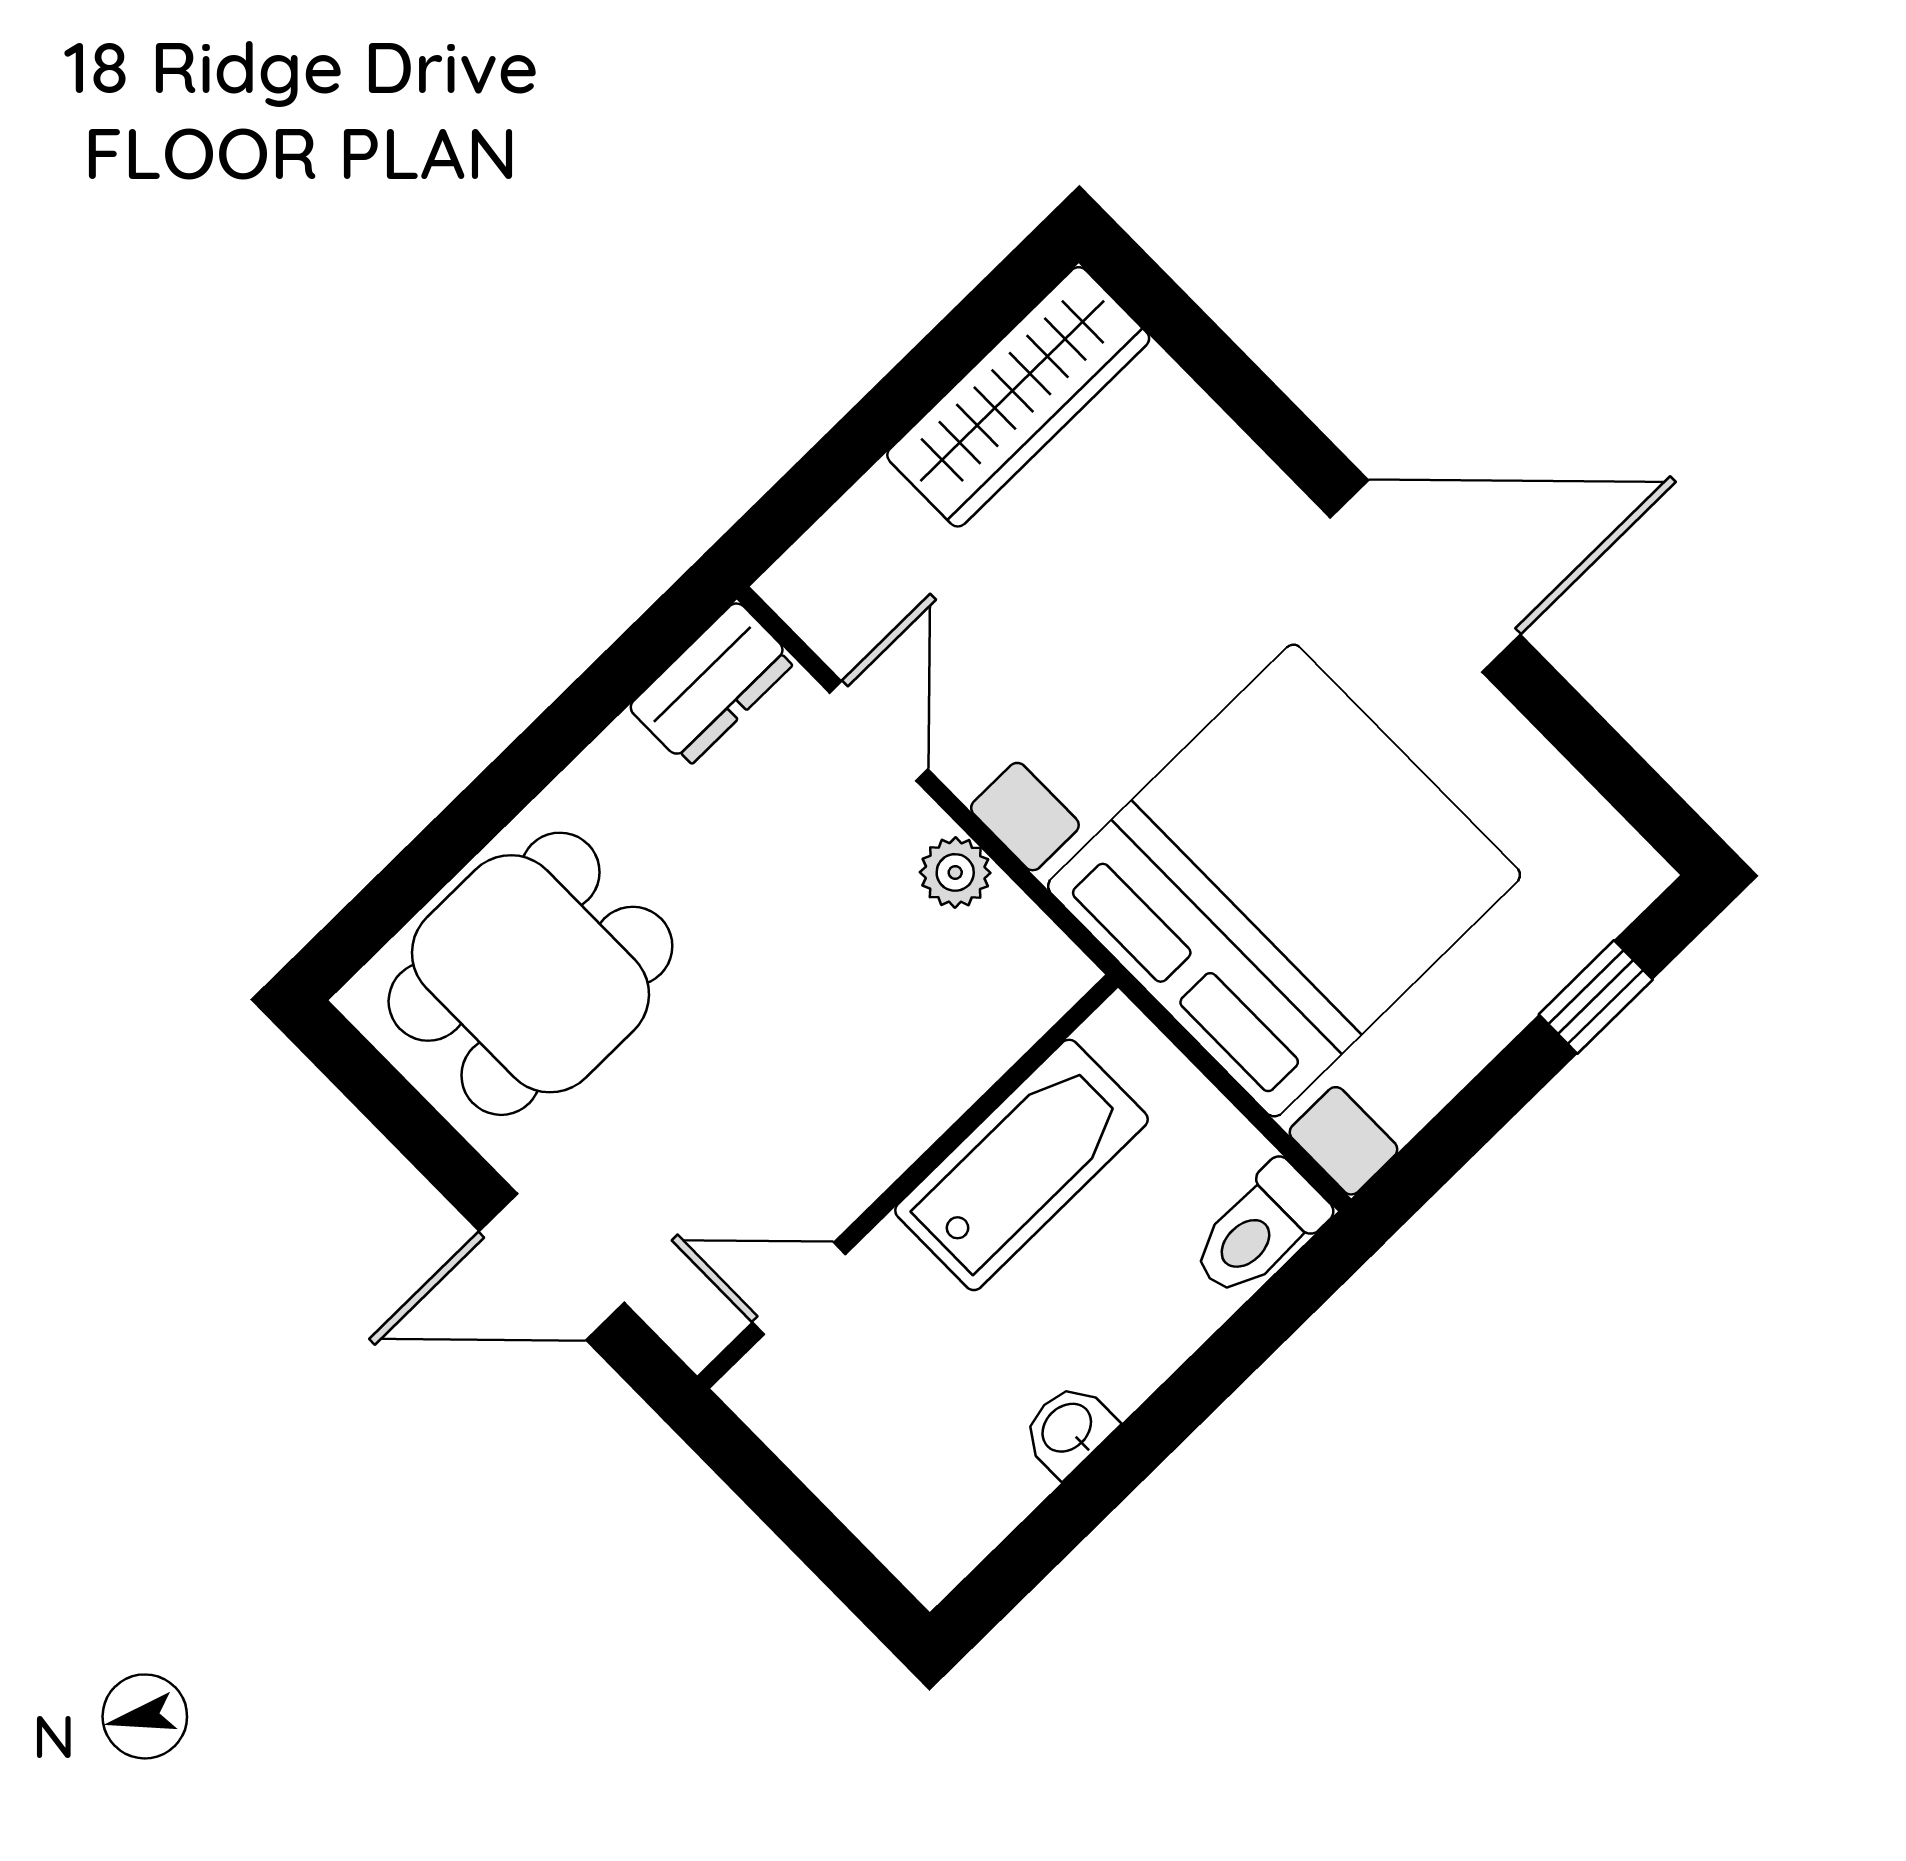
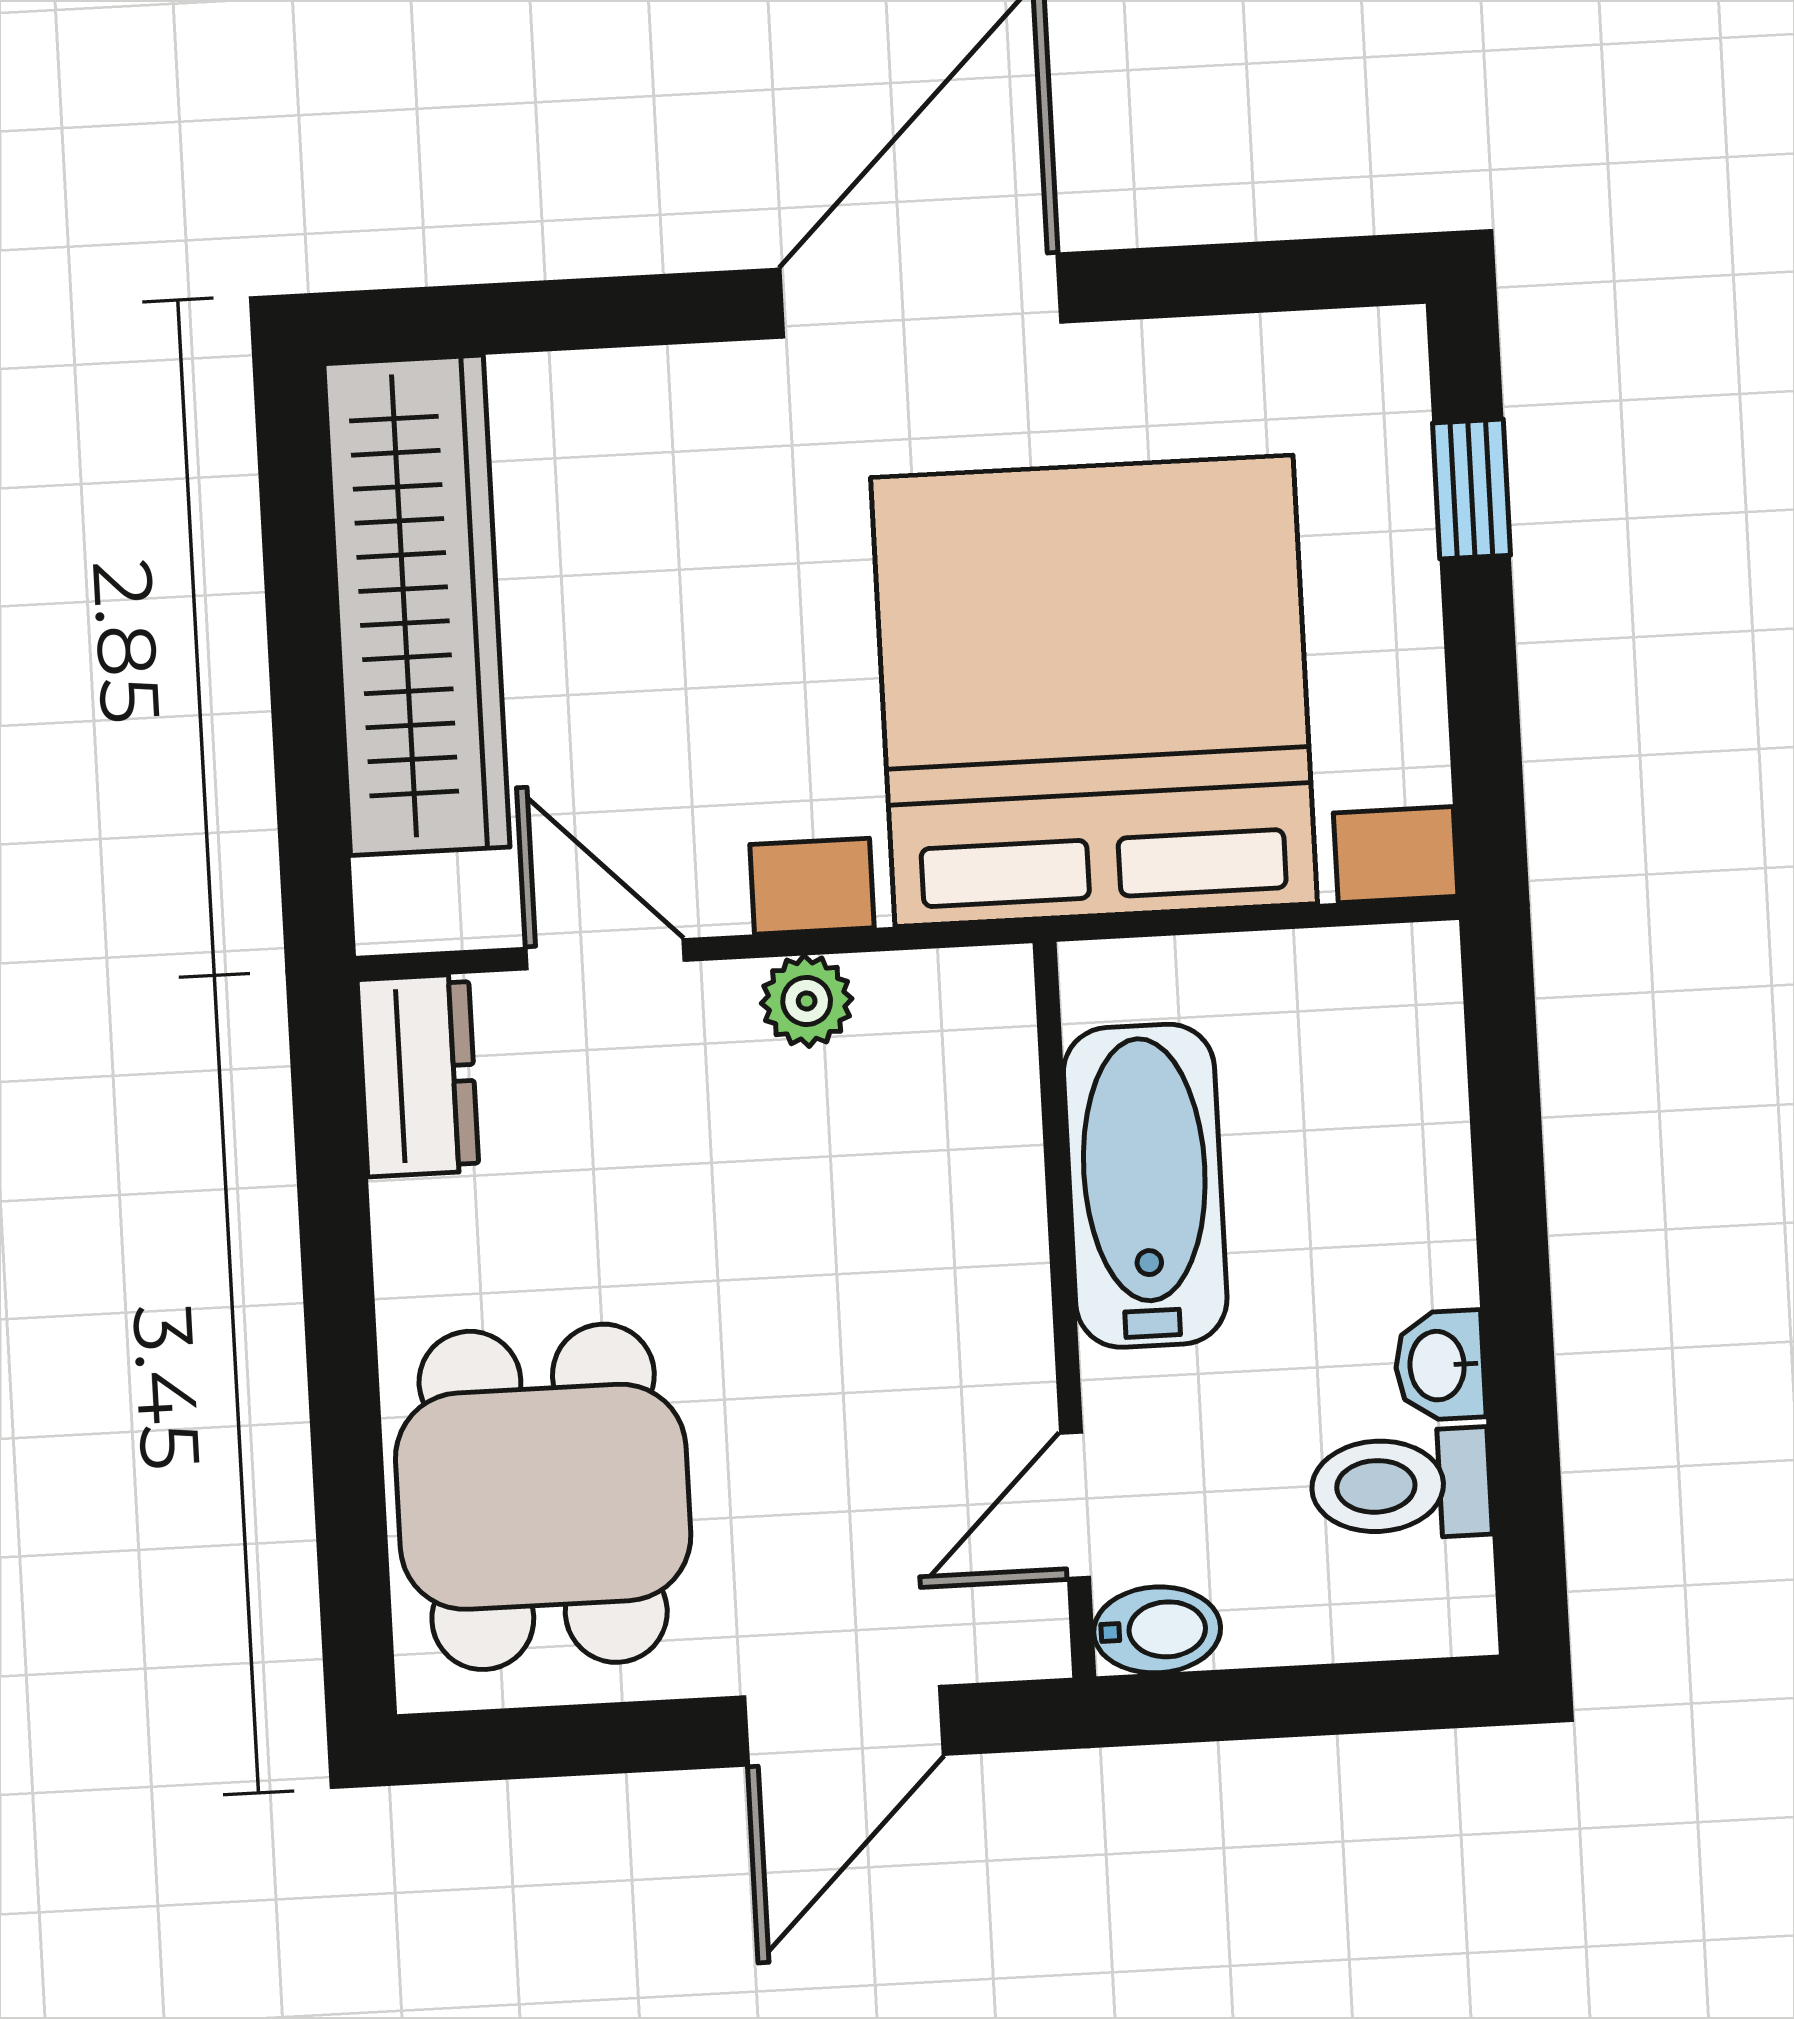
wardrobe: (1018, 397) -> (417, 605), width x1.40, depth x1.17
toilet: (1259, 1230) -> (1401, 1485), moved, turned 90
bidet: (769, 1400) -> (1157, 1630), added

